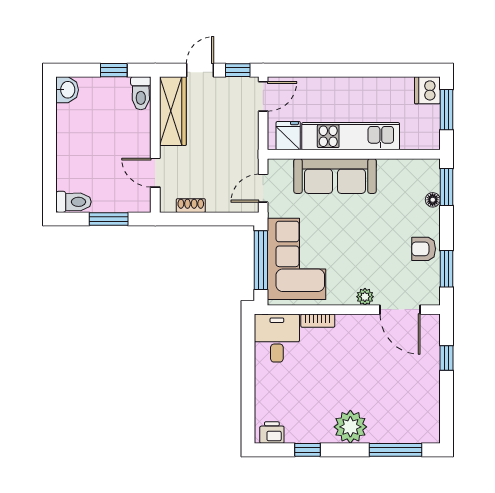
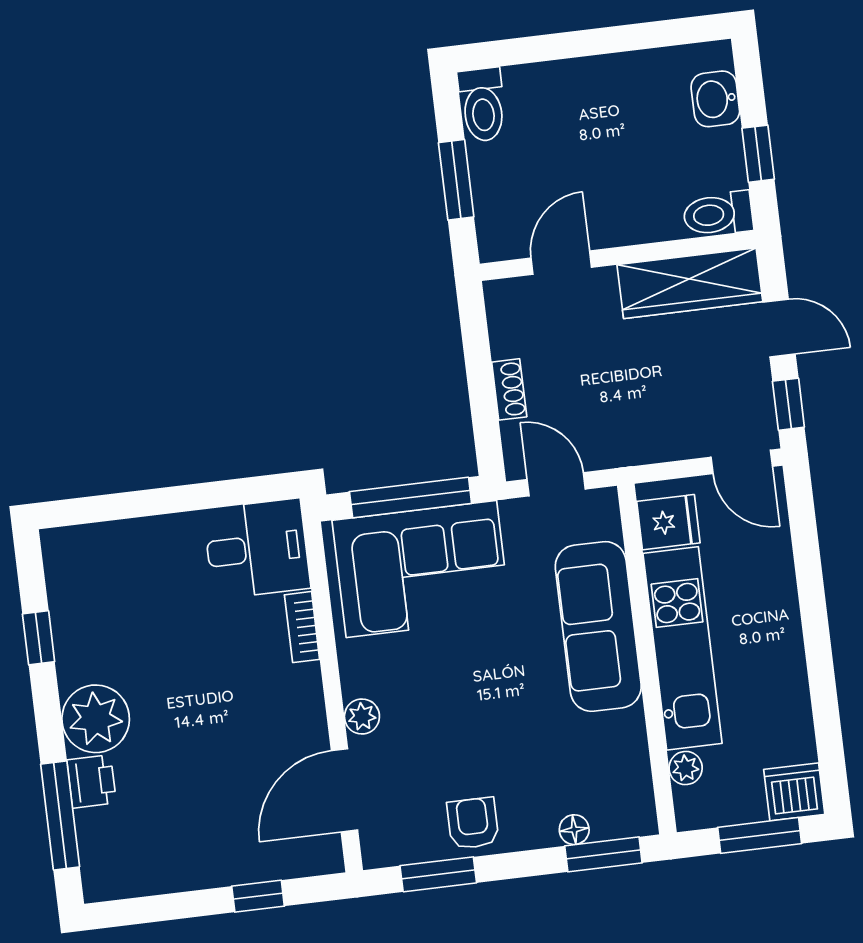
washbasin: (67, 90) -> (715, 99), moved, turned 90
plant: (409, 142) -> (686, 768), added
shoe rack: (191, 206) -> (509, 389), moved
printer: (272, 433) -> (92, 781), moved

